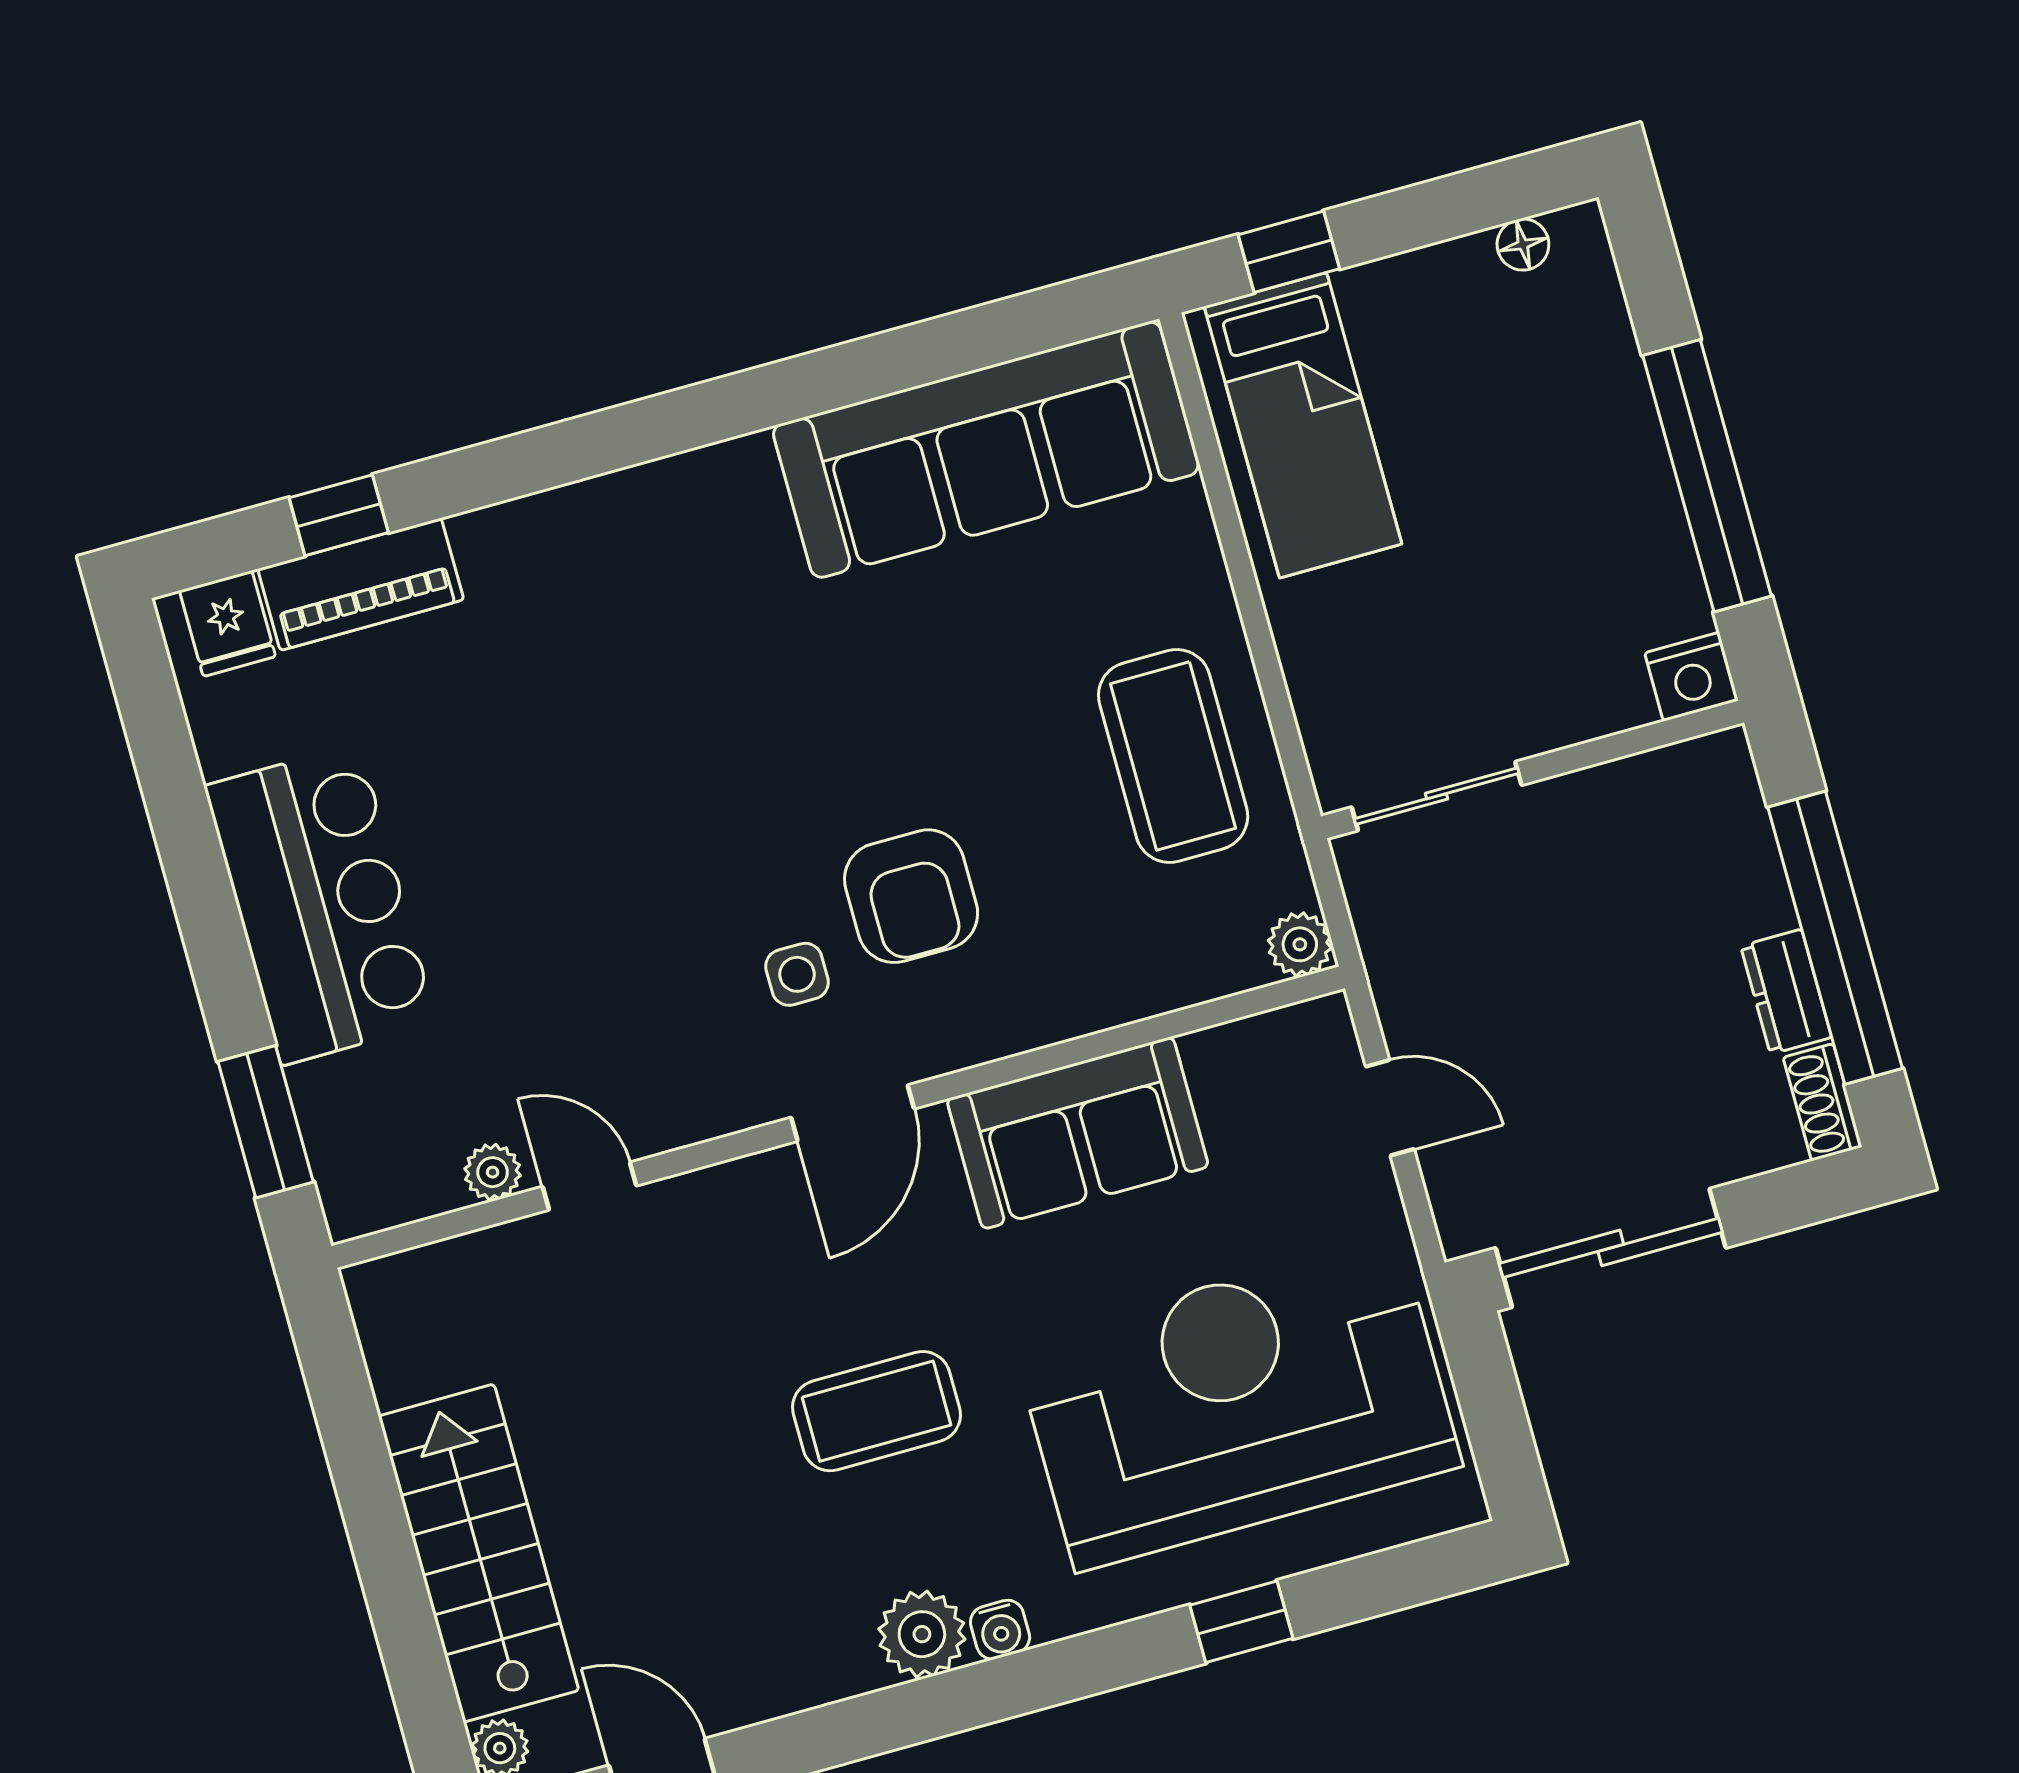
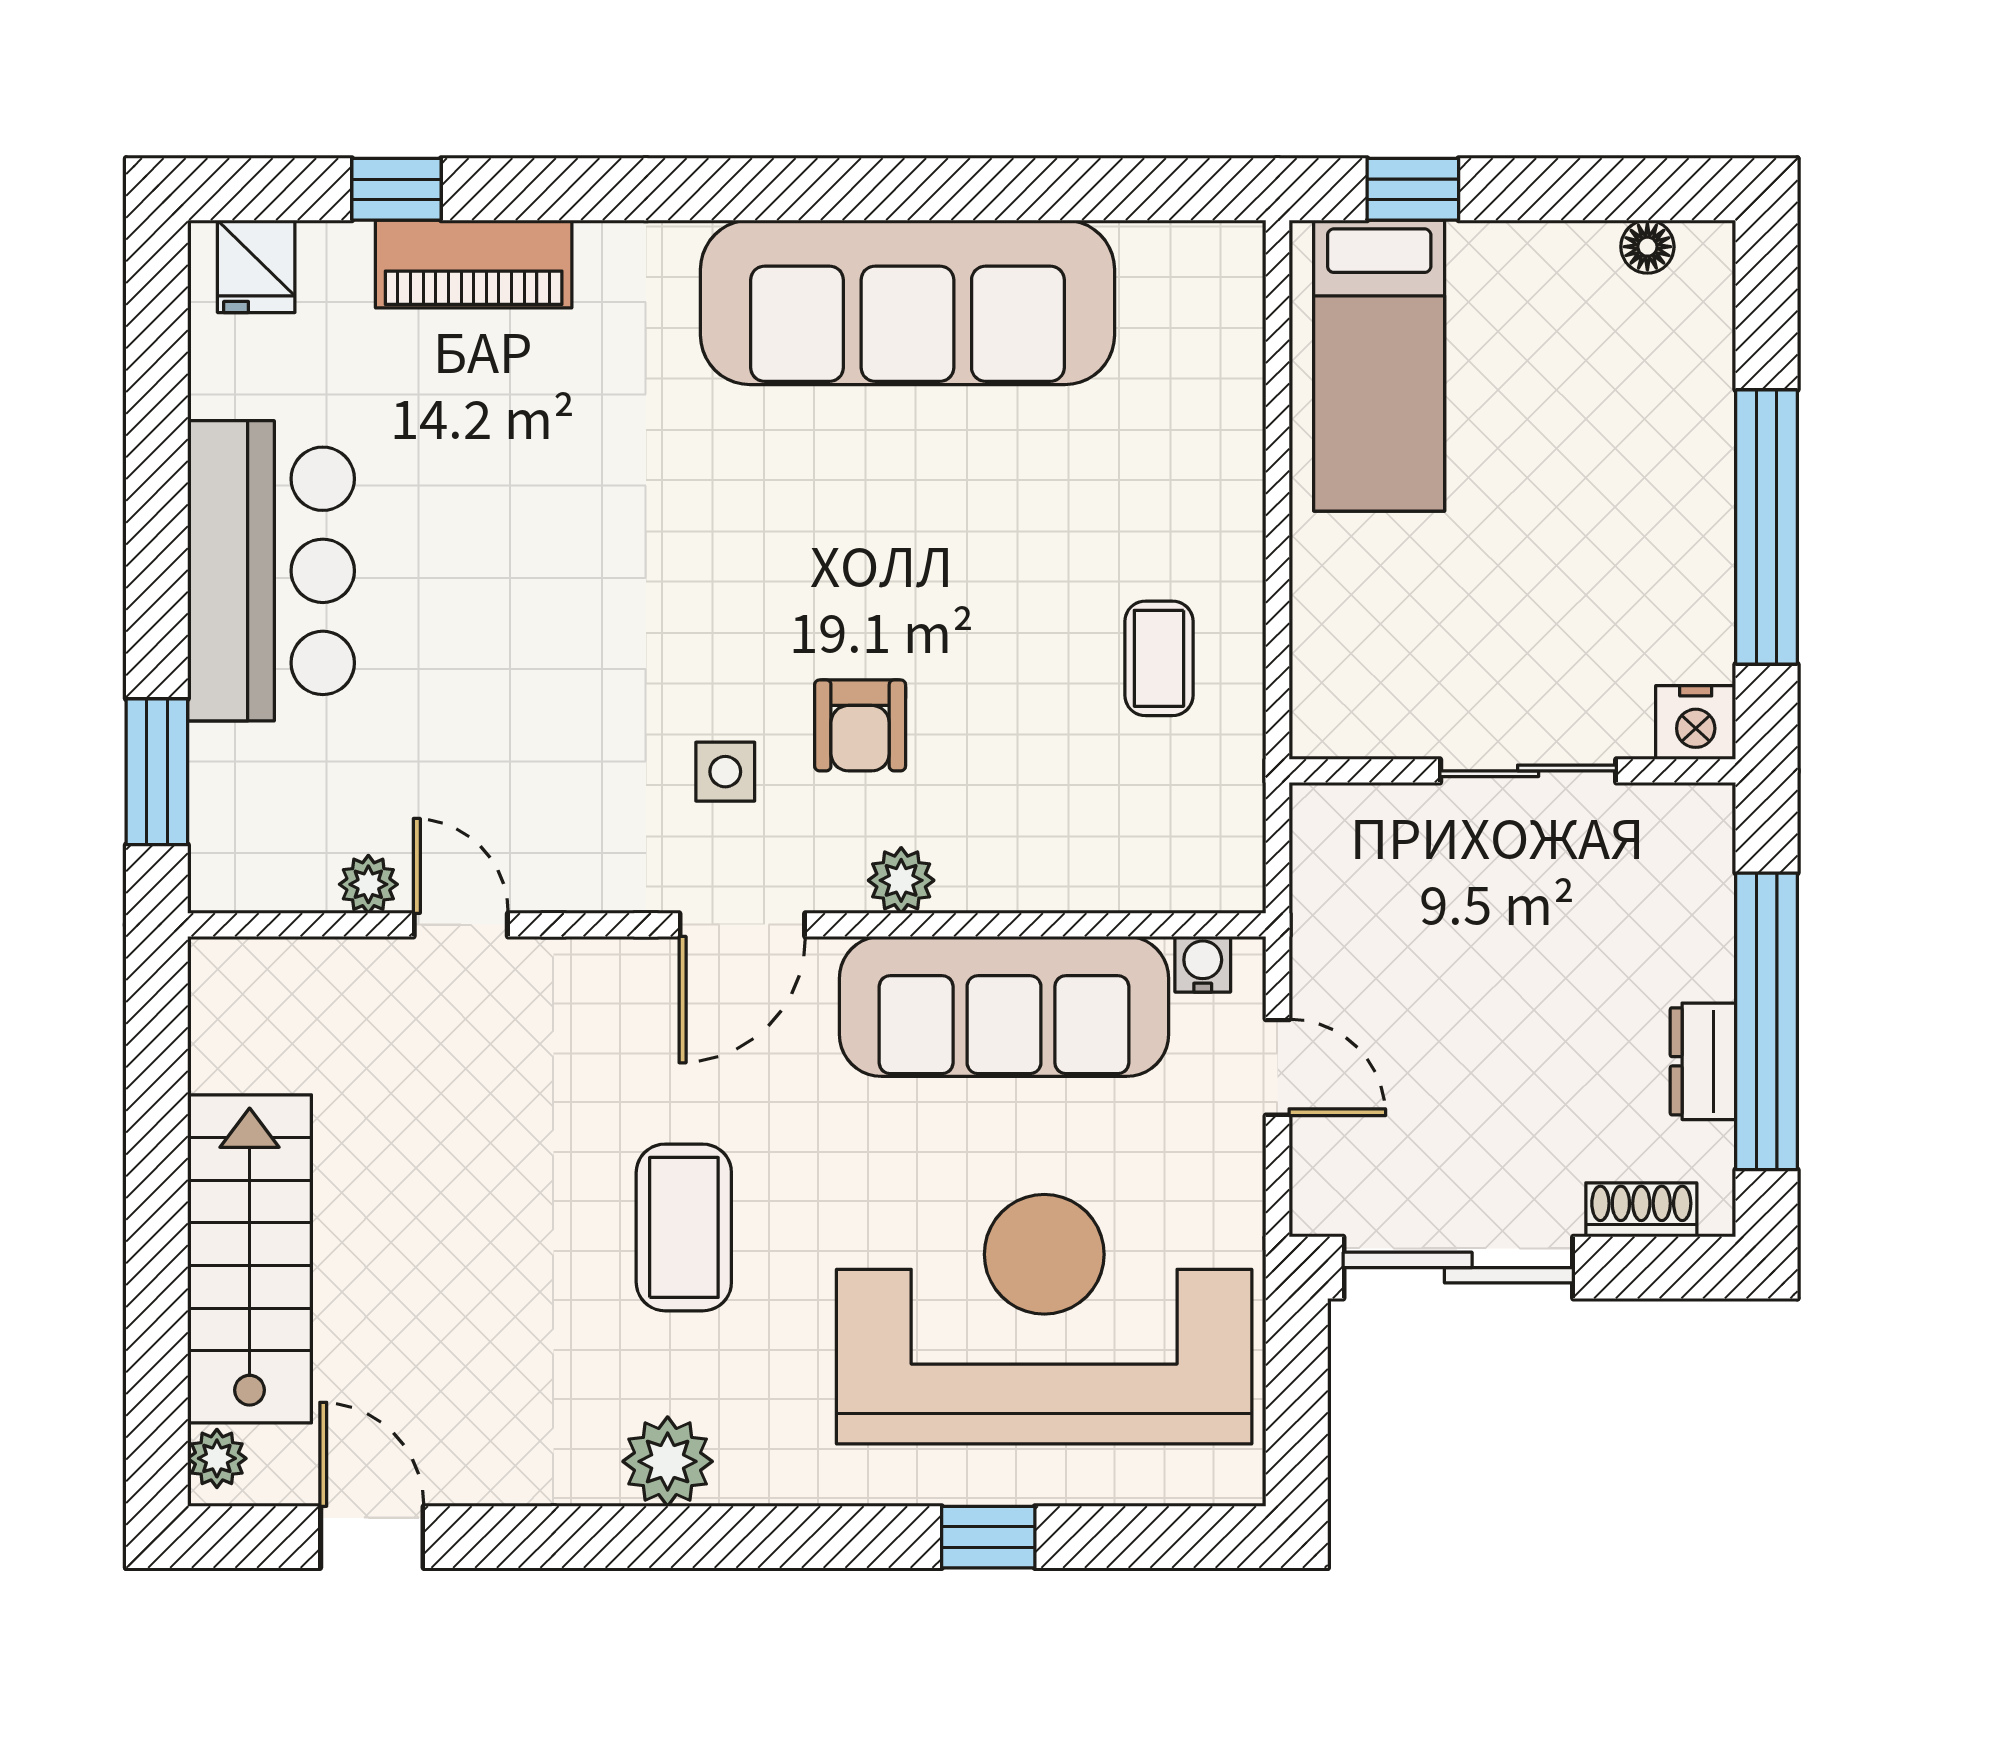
sofa: (986, 450) -> (907, 302), moved
piano: (361, 584) -> (474, 264), moved
coffee table: (1173, 756) -> (1159, 658), width x0.54, depth x0.58
sliding door: (1437, 796) -> (1528, 771), moved
armchair: (911, 896) -> (860, 725), width x0.72, depth x0.72
plant: (1300, 944) -> (901, 880), moved
shoe rack: (1823, 1102) -> (1641, 1210), moved, turned 90
sofa: (1078, 1133) -> (1004, 1006), width x1.36
coffee table: (876, 1411) -> (684, 1227), turned 90
water cooler: (1000, 1630) -> (1203, 964), moved, turned 180

